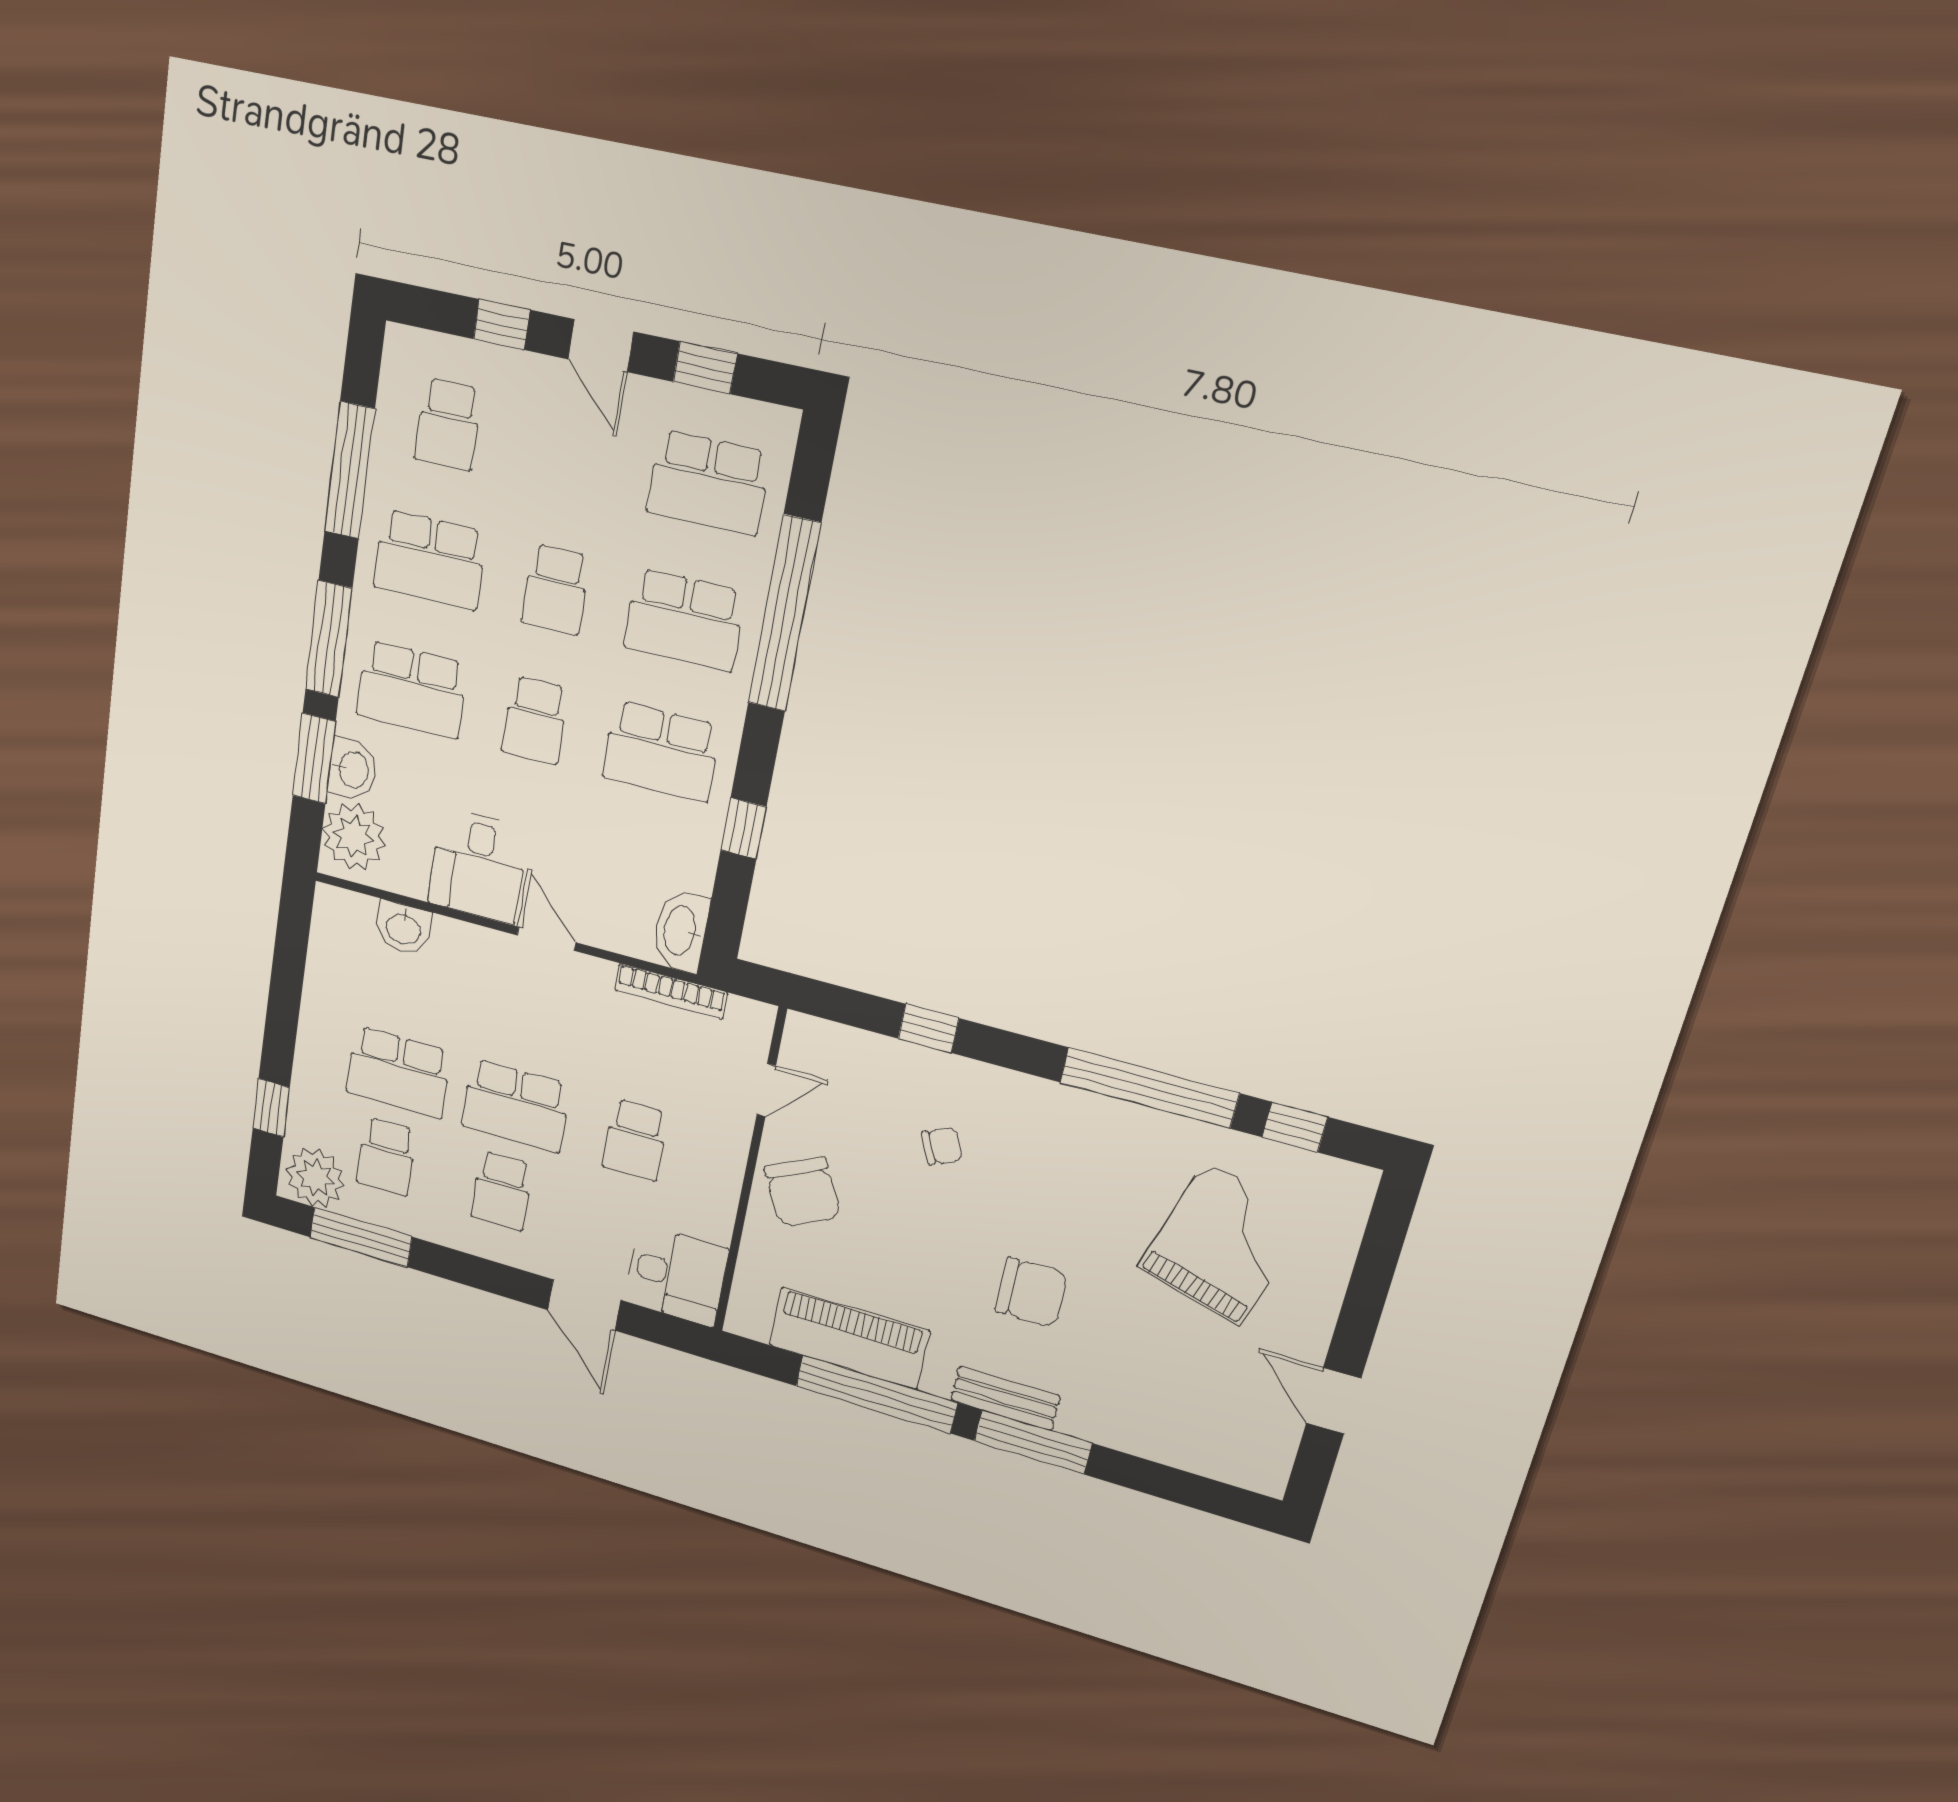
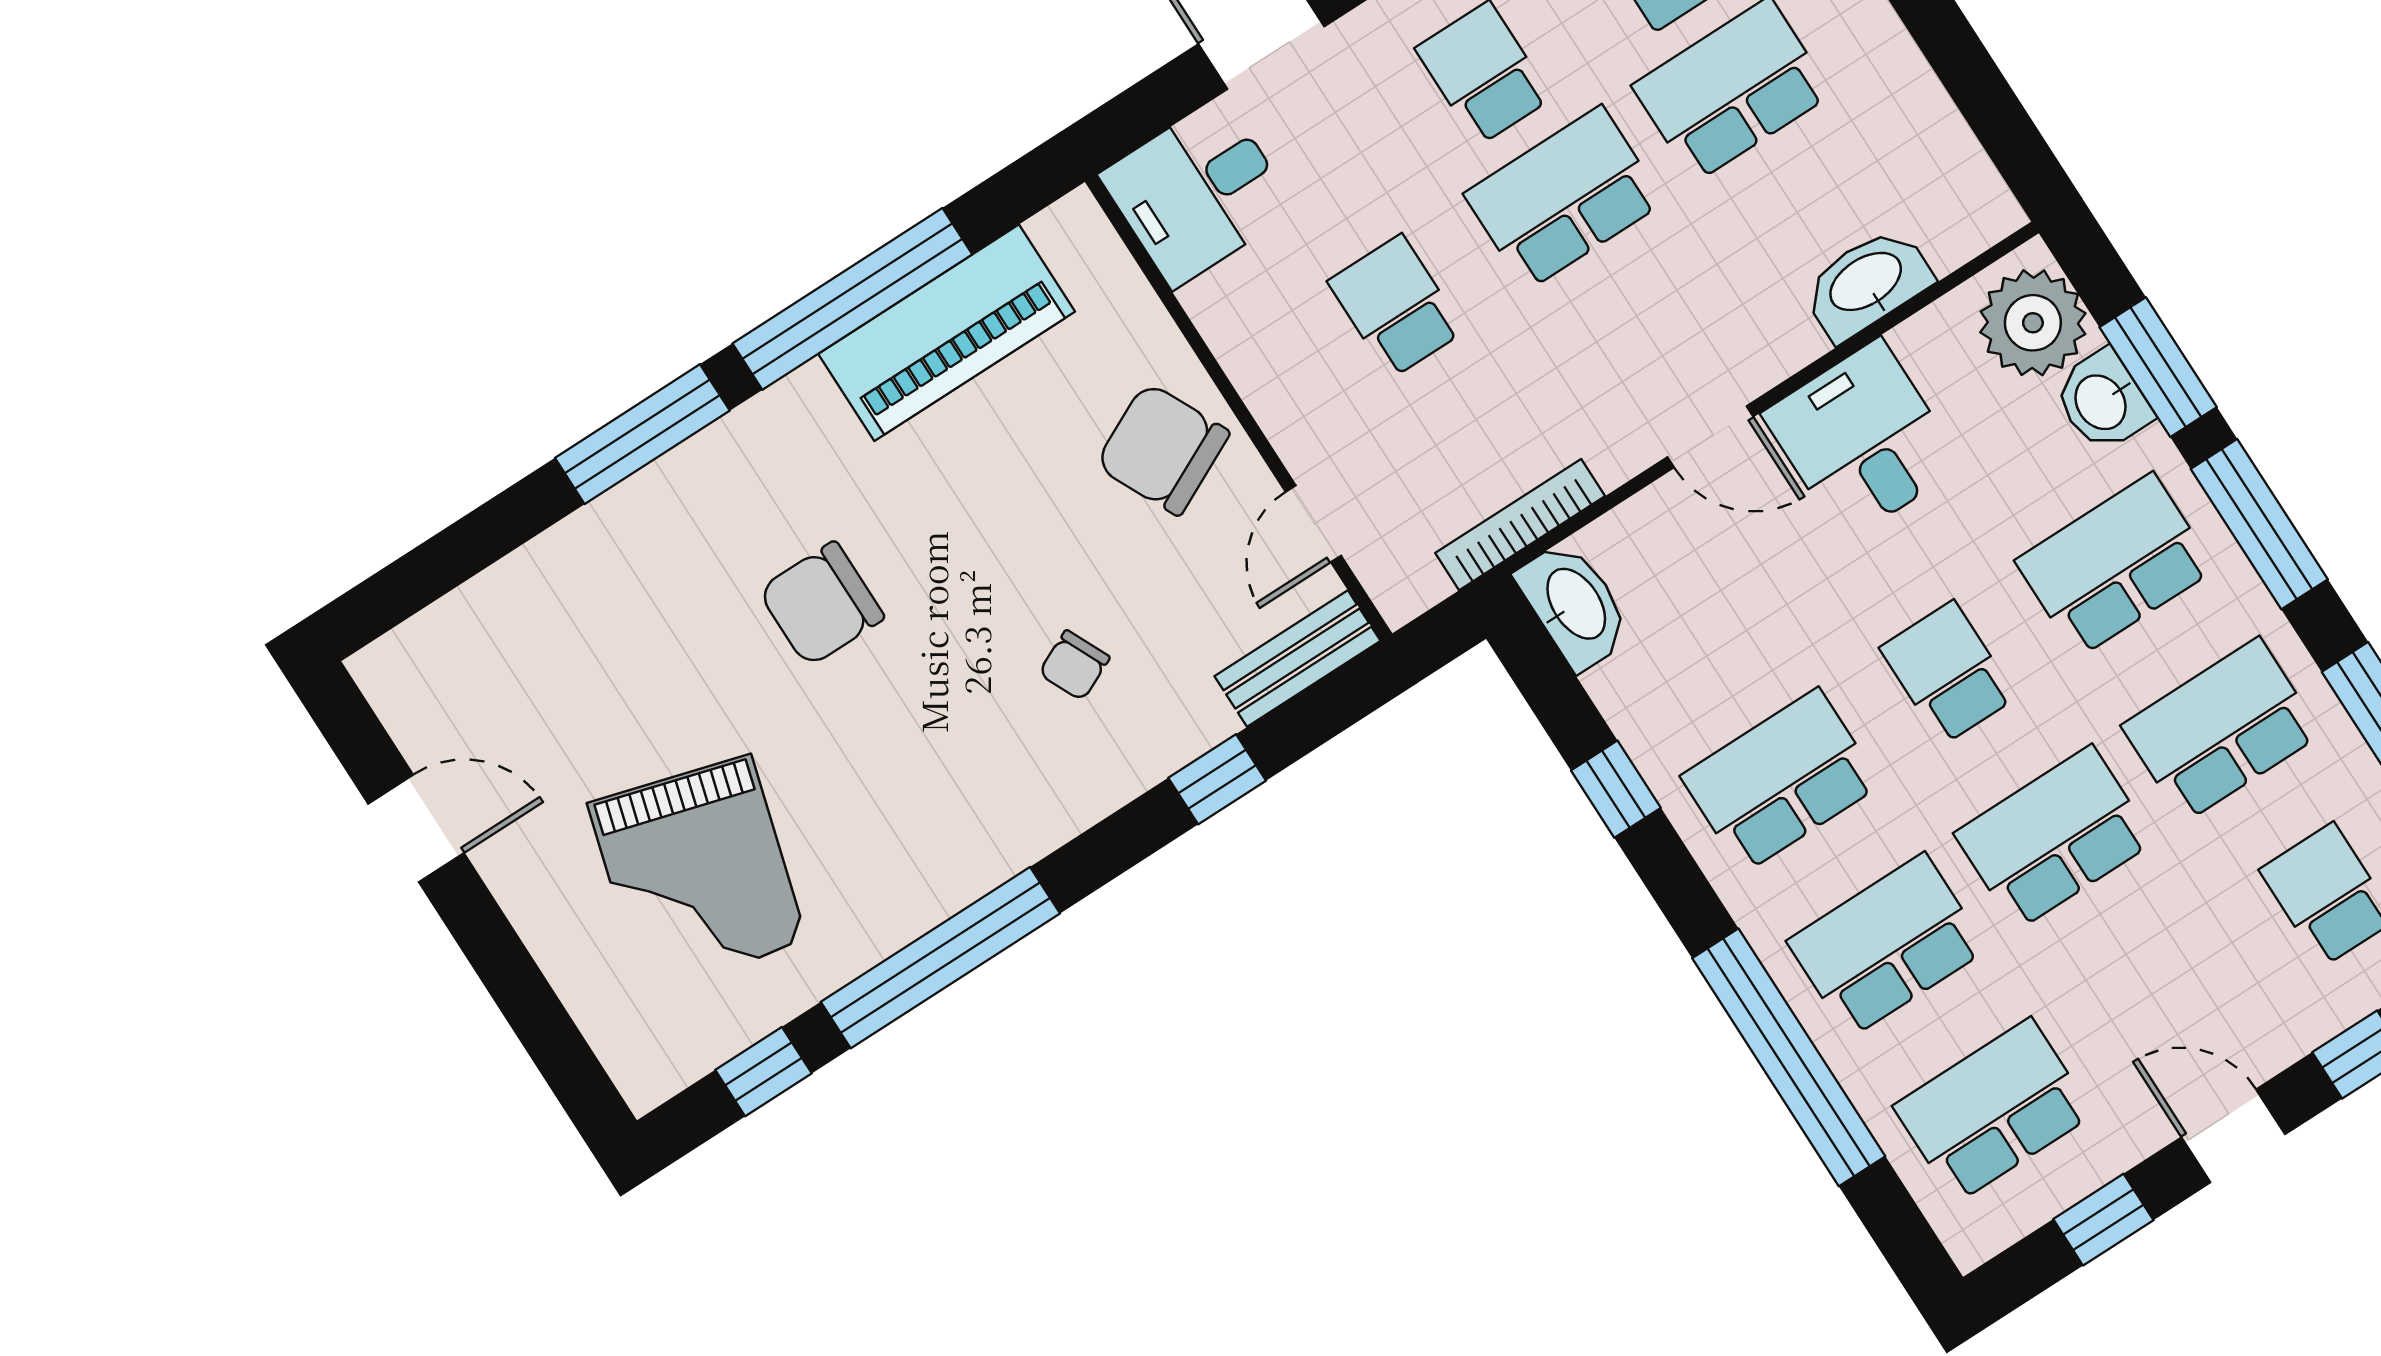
school desk: (555, 589) -> (2054, 838), width x1.85
washbasin: (403, 928) -> (1867, 283), width x1.38
bench: (1005, 1398) -> (1297, 658), moved

